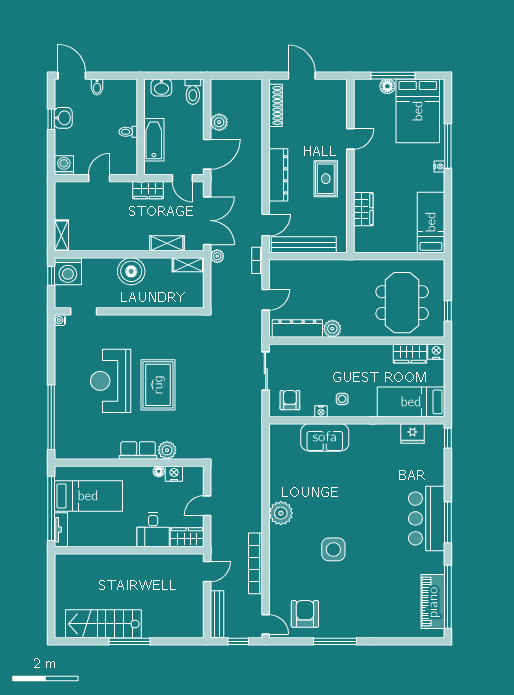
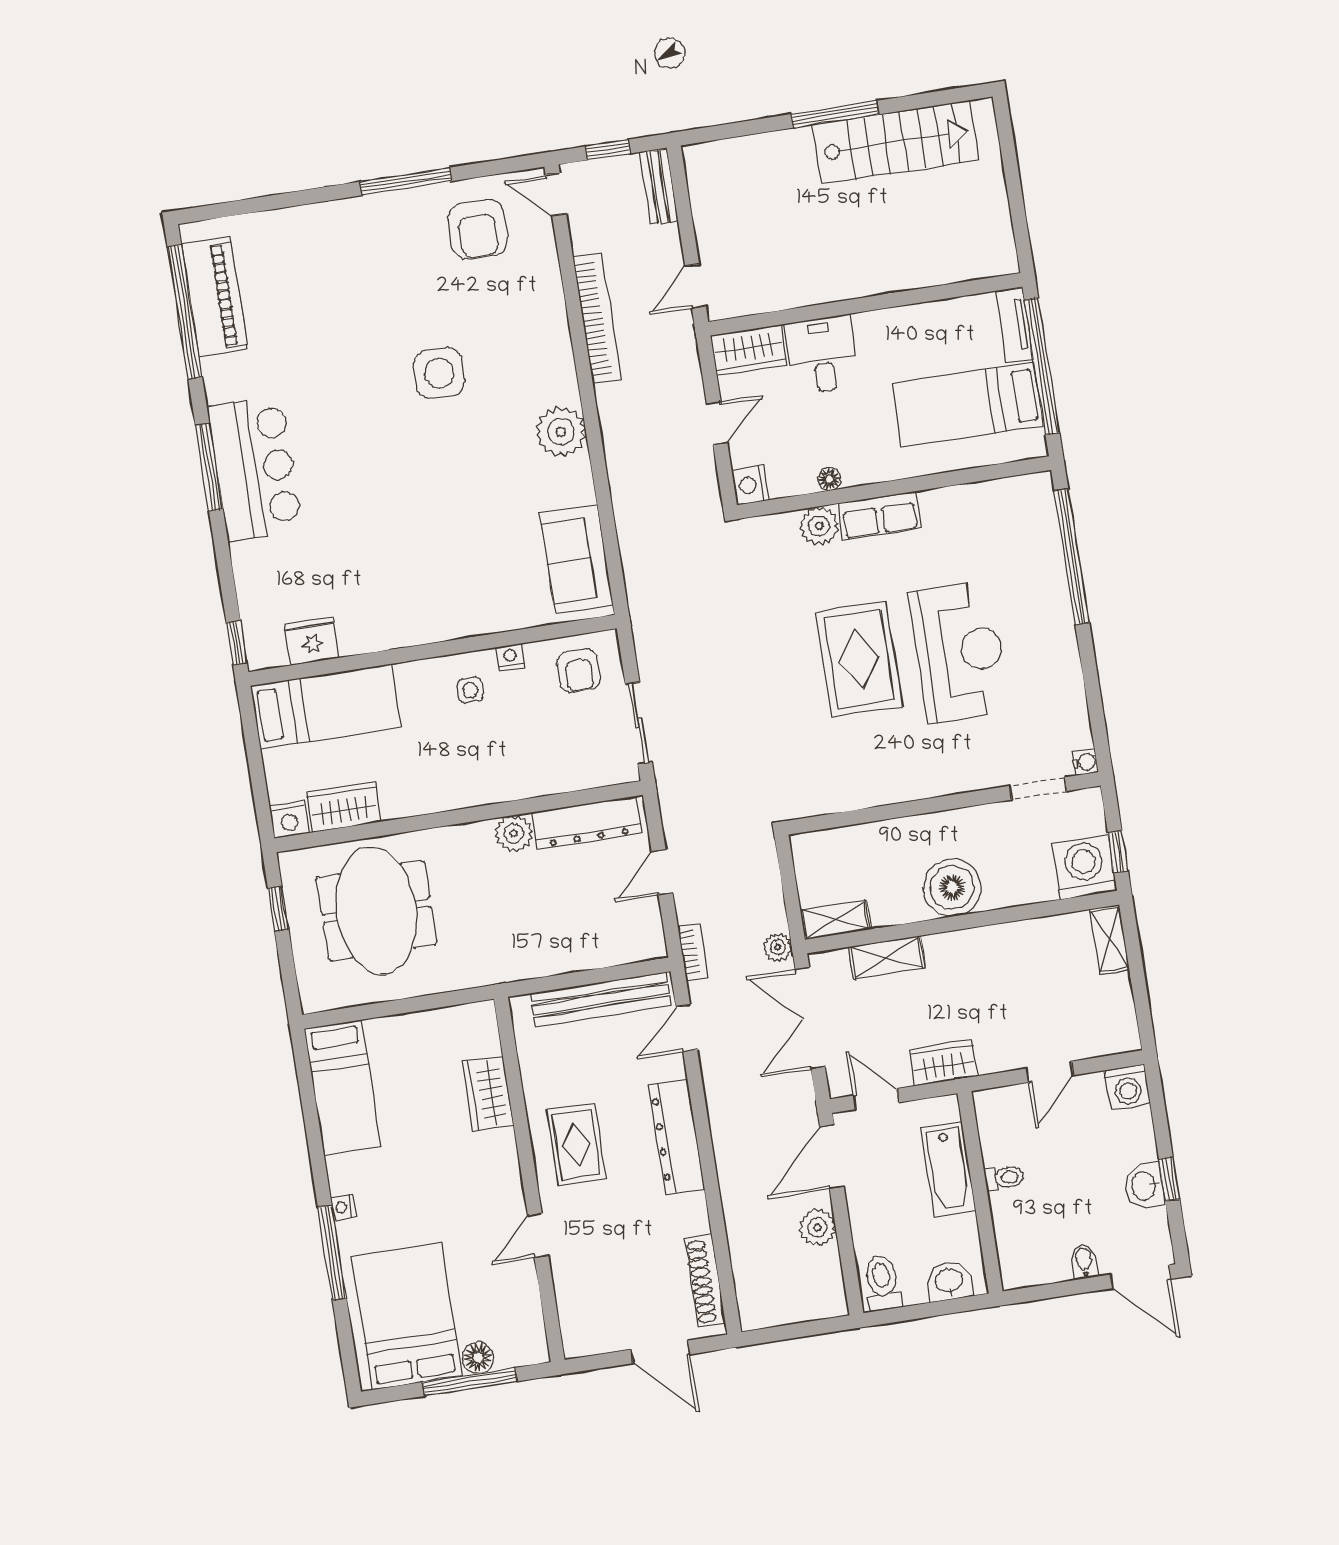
sofa: (325, 437) -> (577, 560), moved, turned -90
nightstand: (174, 474) -> (750, 485), moved, turned 90
bench: (217, 614) -> (659, 187), width x0.73

